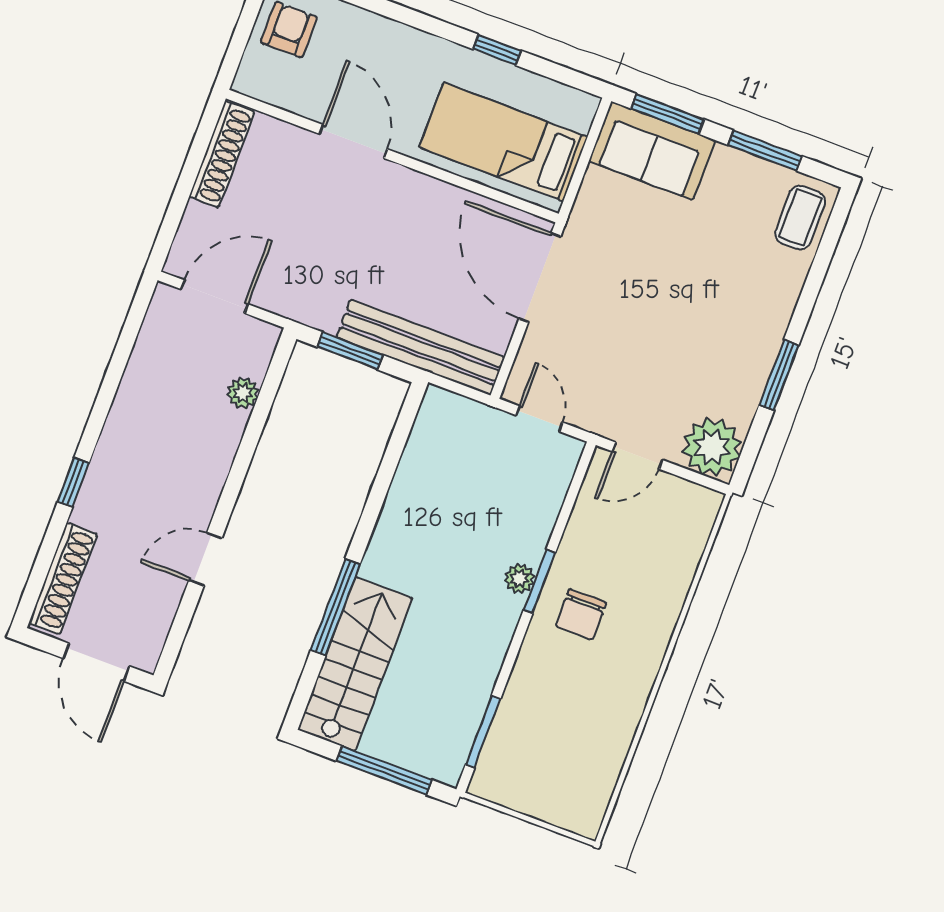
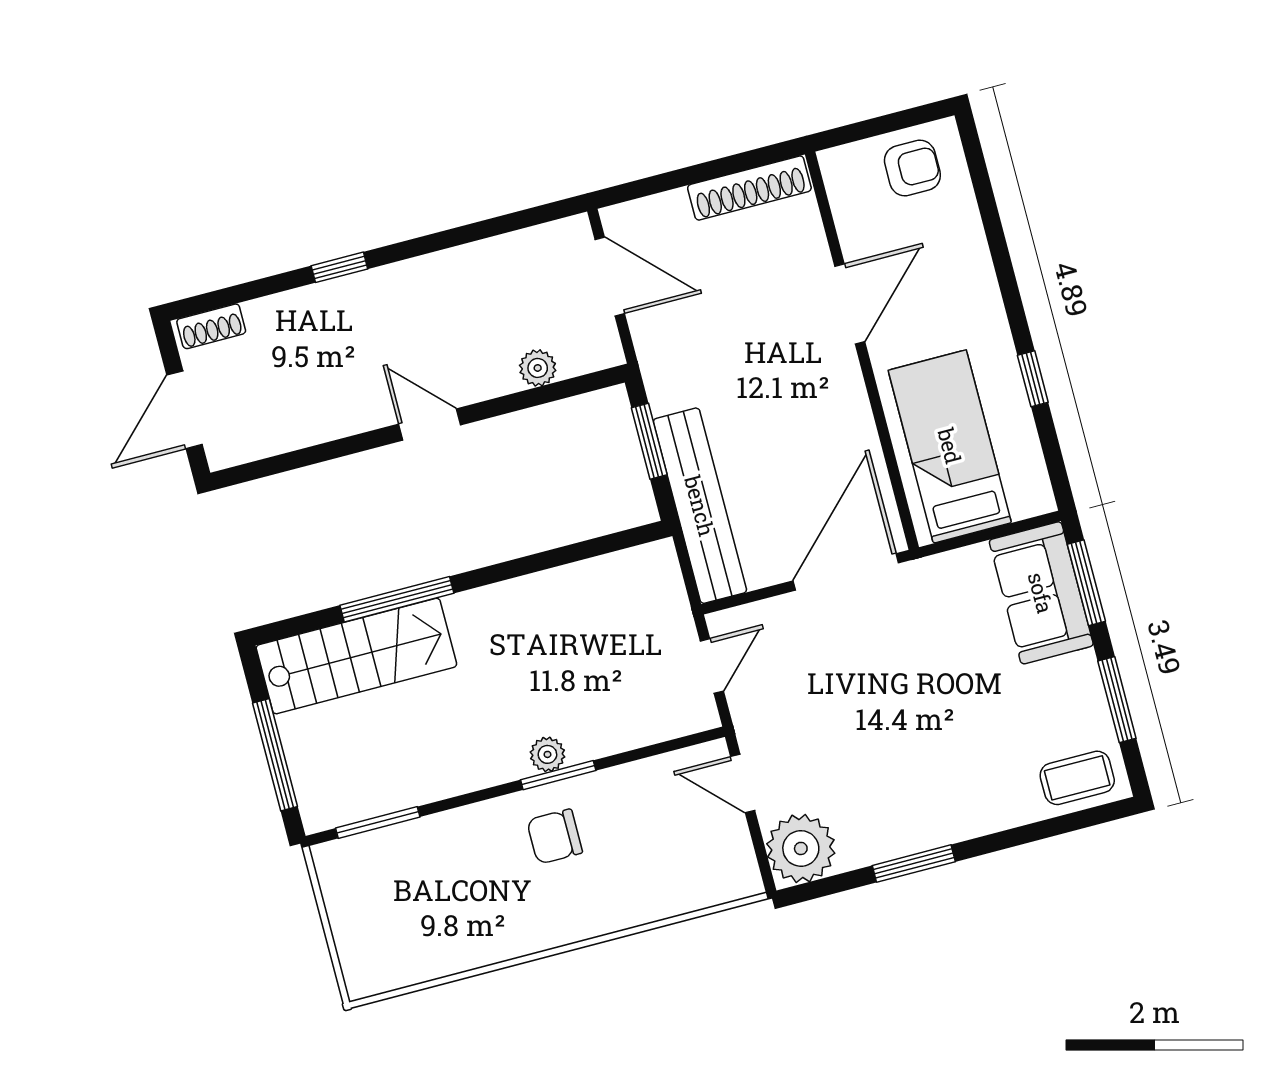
door: (205, 559) -> (430, 424), moved
shoe rack: (63, 578) -> (211, 326), width x0.51, depth x0.81

